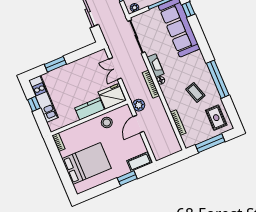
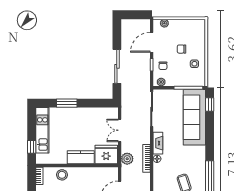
window: (34, 104) -> (32, 147), moved
plant: (139, 105) -> (127, 159), moved
stool: (107, 123) -> (62, 175), moved

